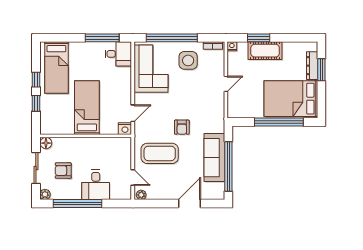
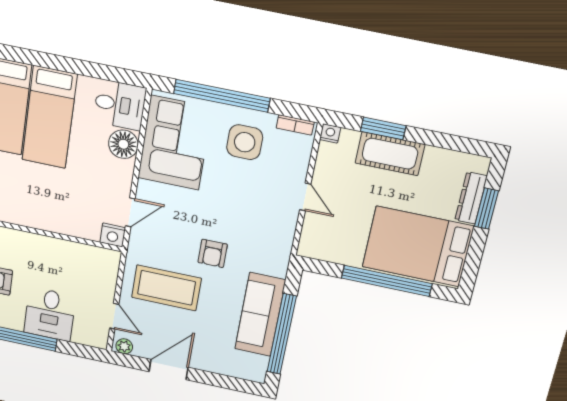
window: (102, 38) -> (94, 70), removed
floor lamp: (123, 75) -> (123, 144), added
door: (226, 84) -> (305, 197), hinge flipped
bed: (87, 108) -> (50, 117), moved, turned 180
door: (190, 203) -> (169, 370), moved

